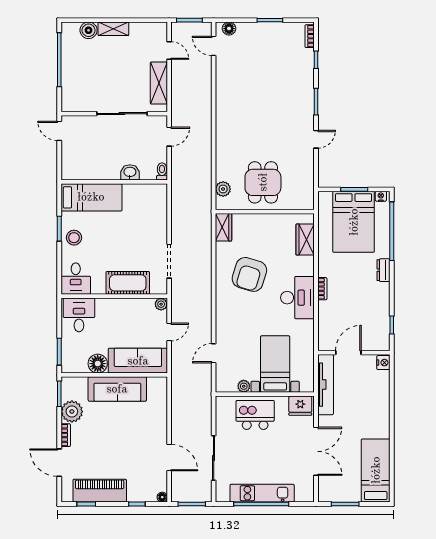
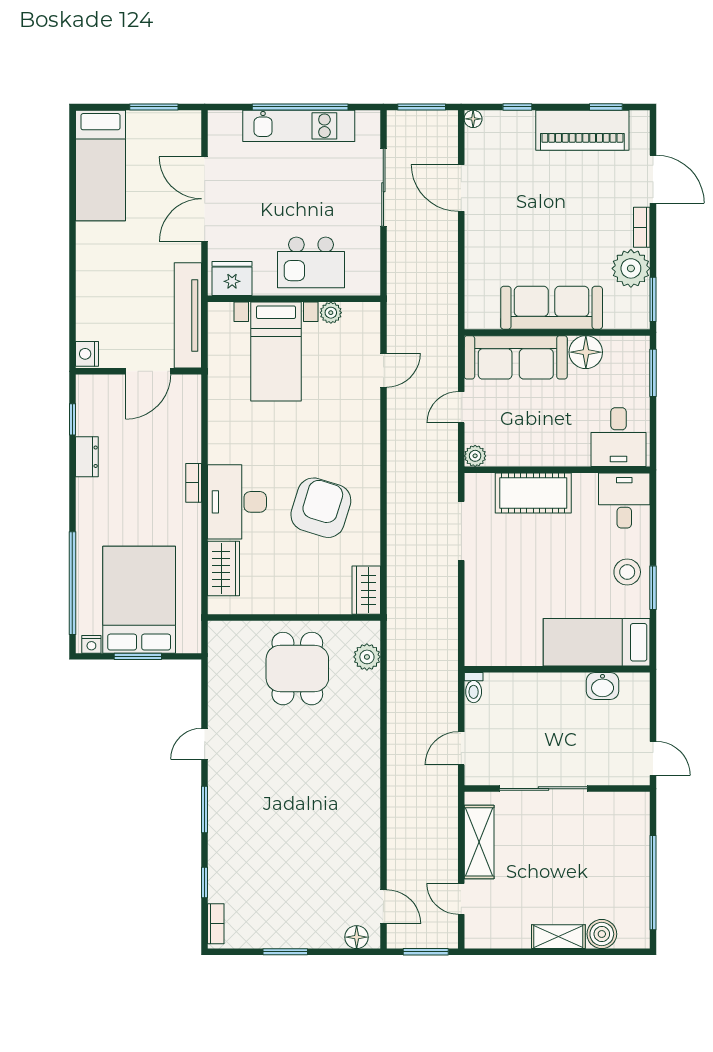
washbasin: (130, 172) -> (603, 686), moved
dresser: (383, 270) -> (87, 457), moved
desk: (297, 298) -> (237, 502), moved

